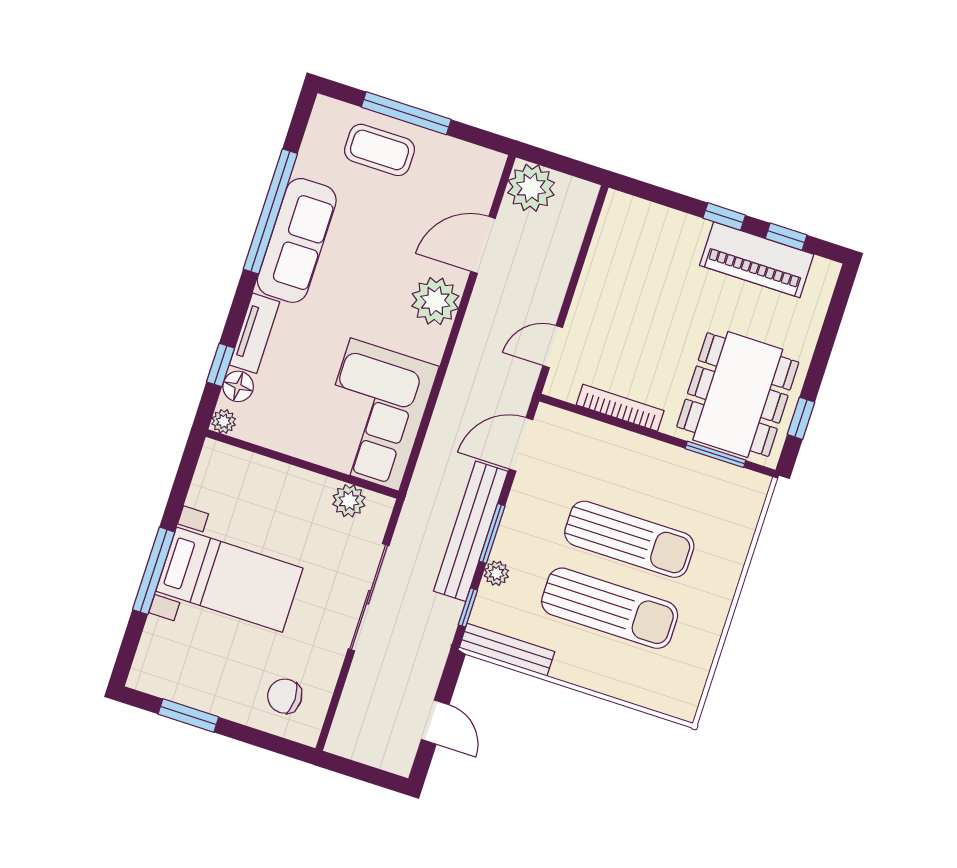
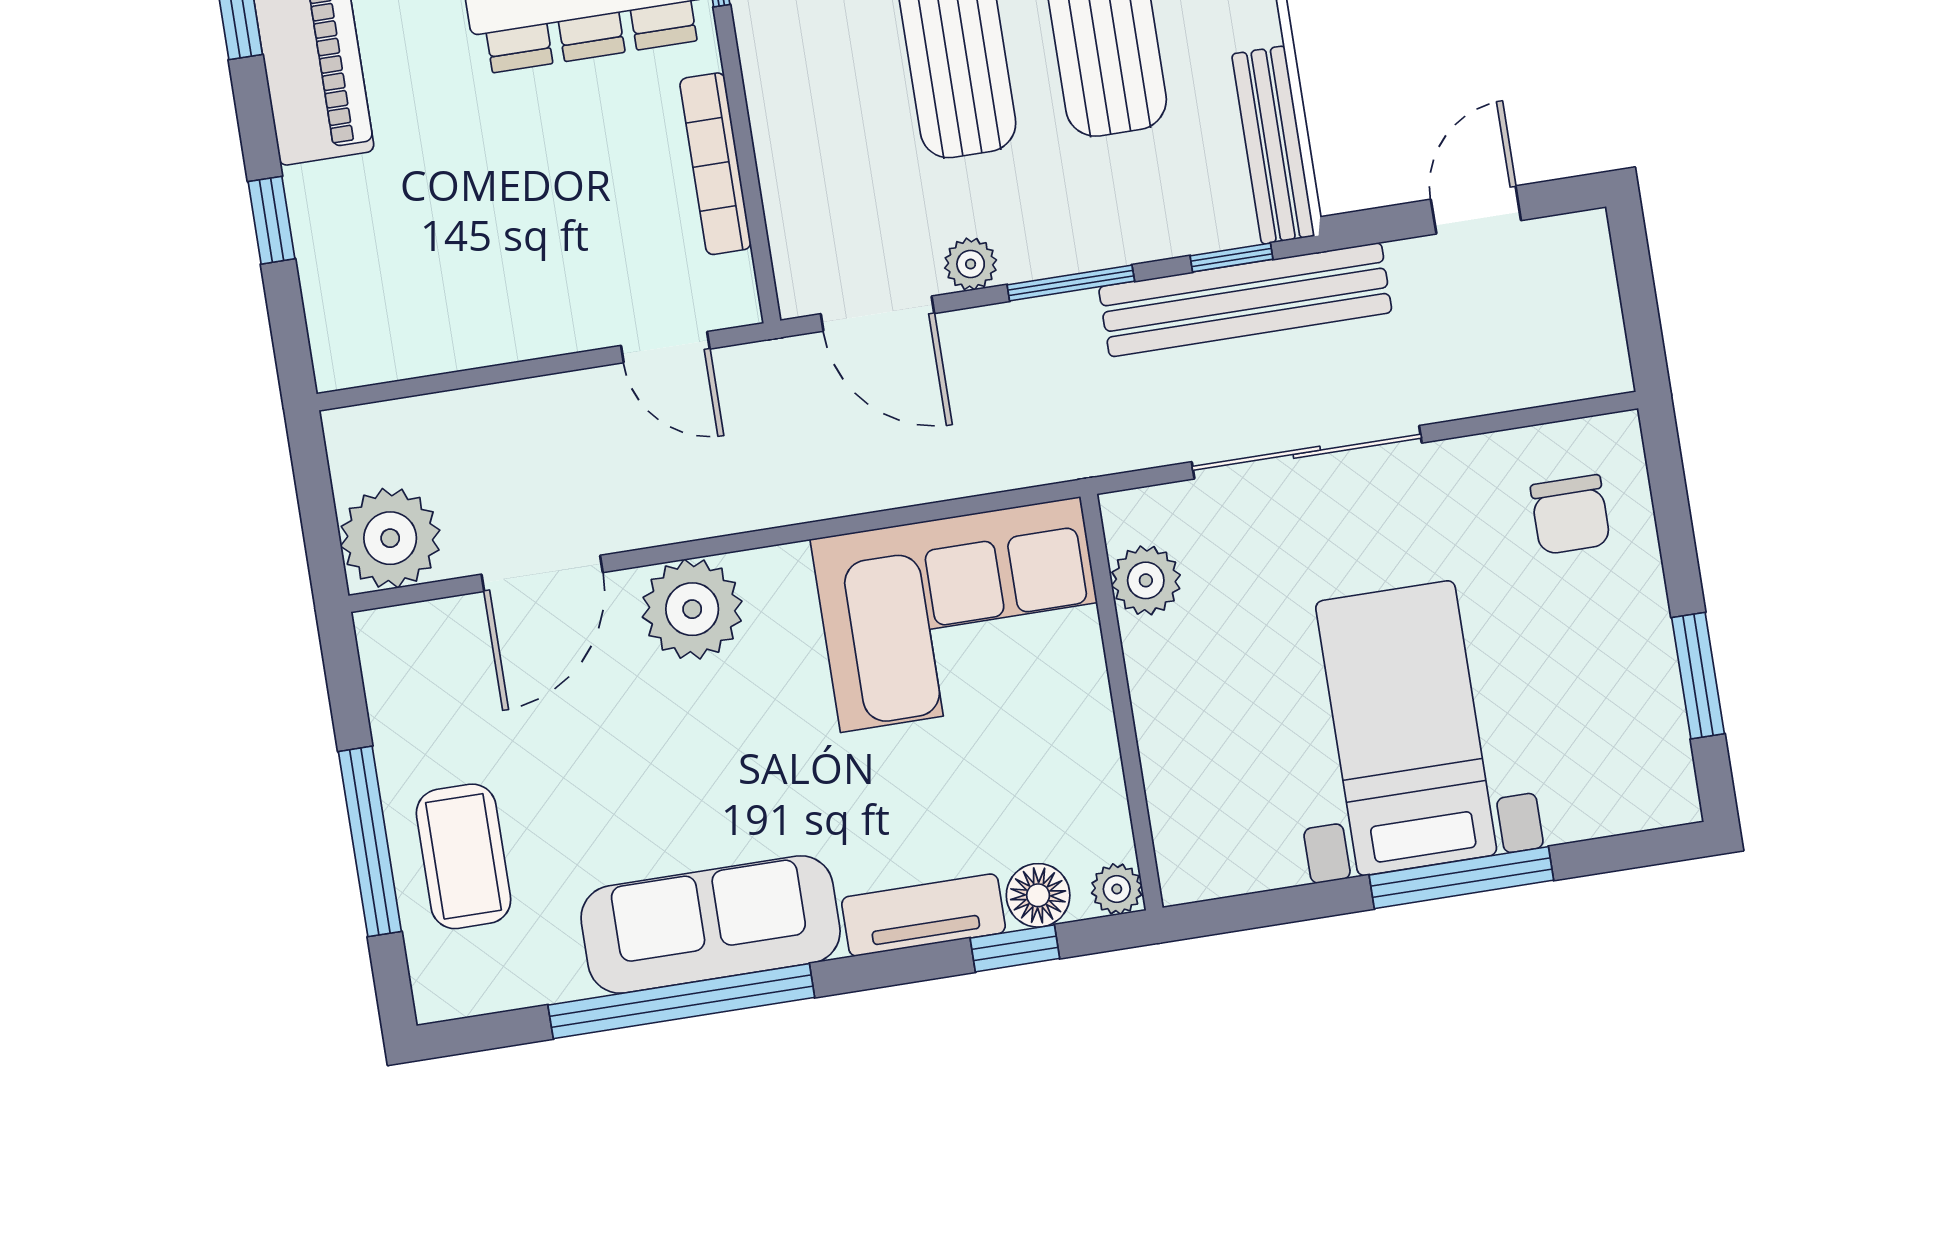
window: (724, 217) -> (272, 220), moved
door: (483, 245) -> (542, 573), hinge flipped
bench: (471, 531) -> (1245, 300), moved
plant: (496, 573) -> (971, 264), moved

